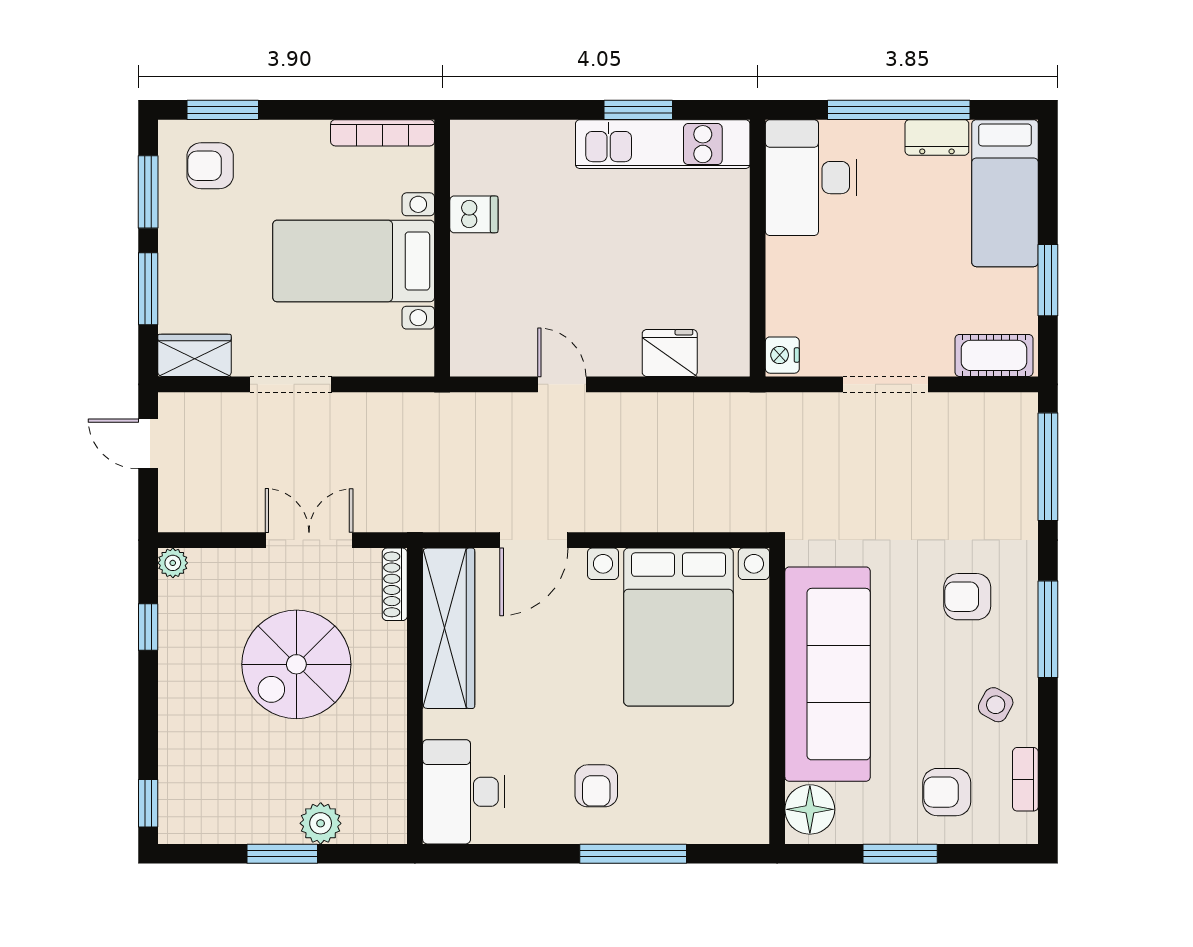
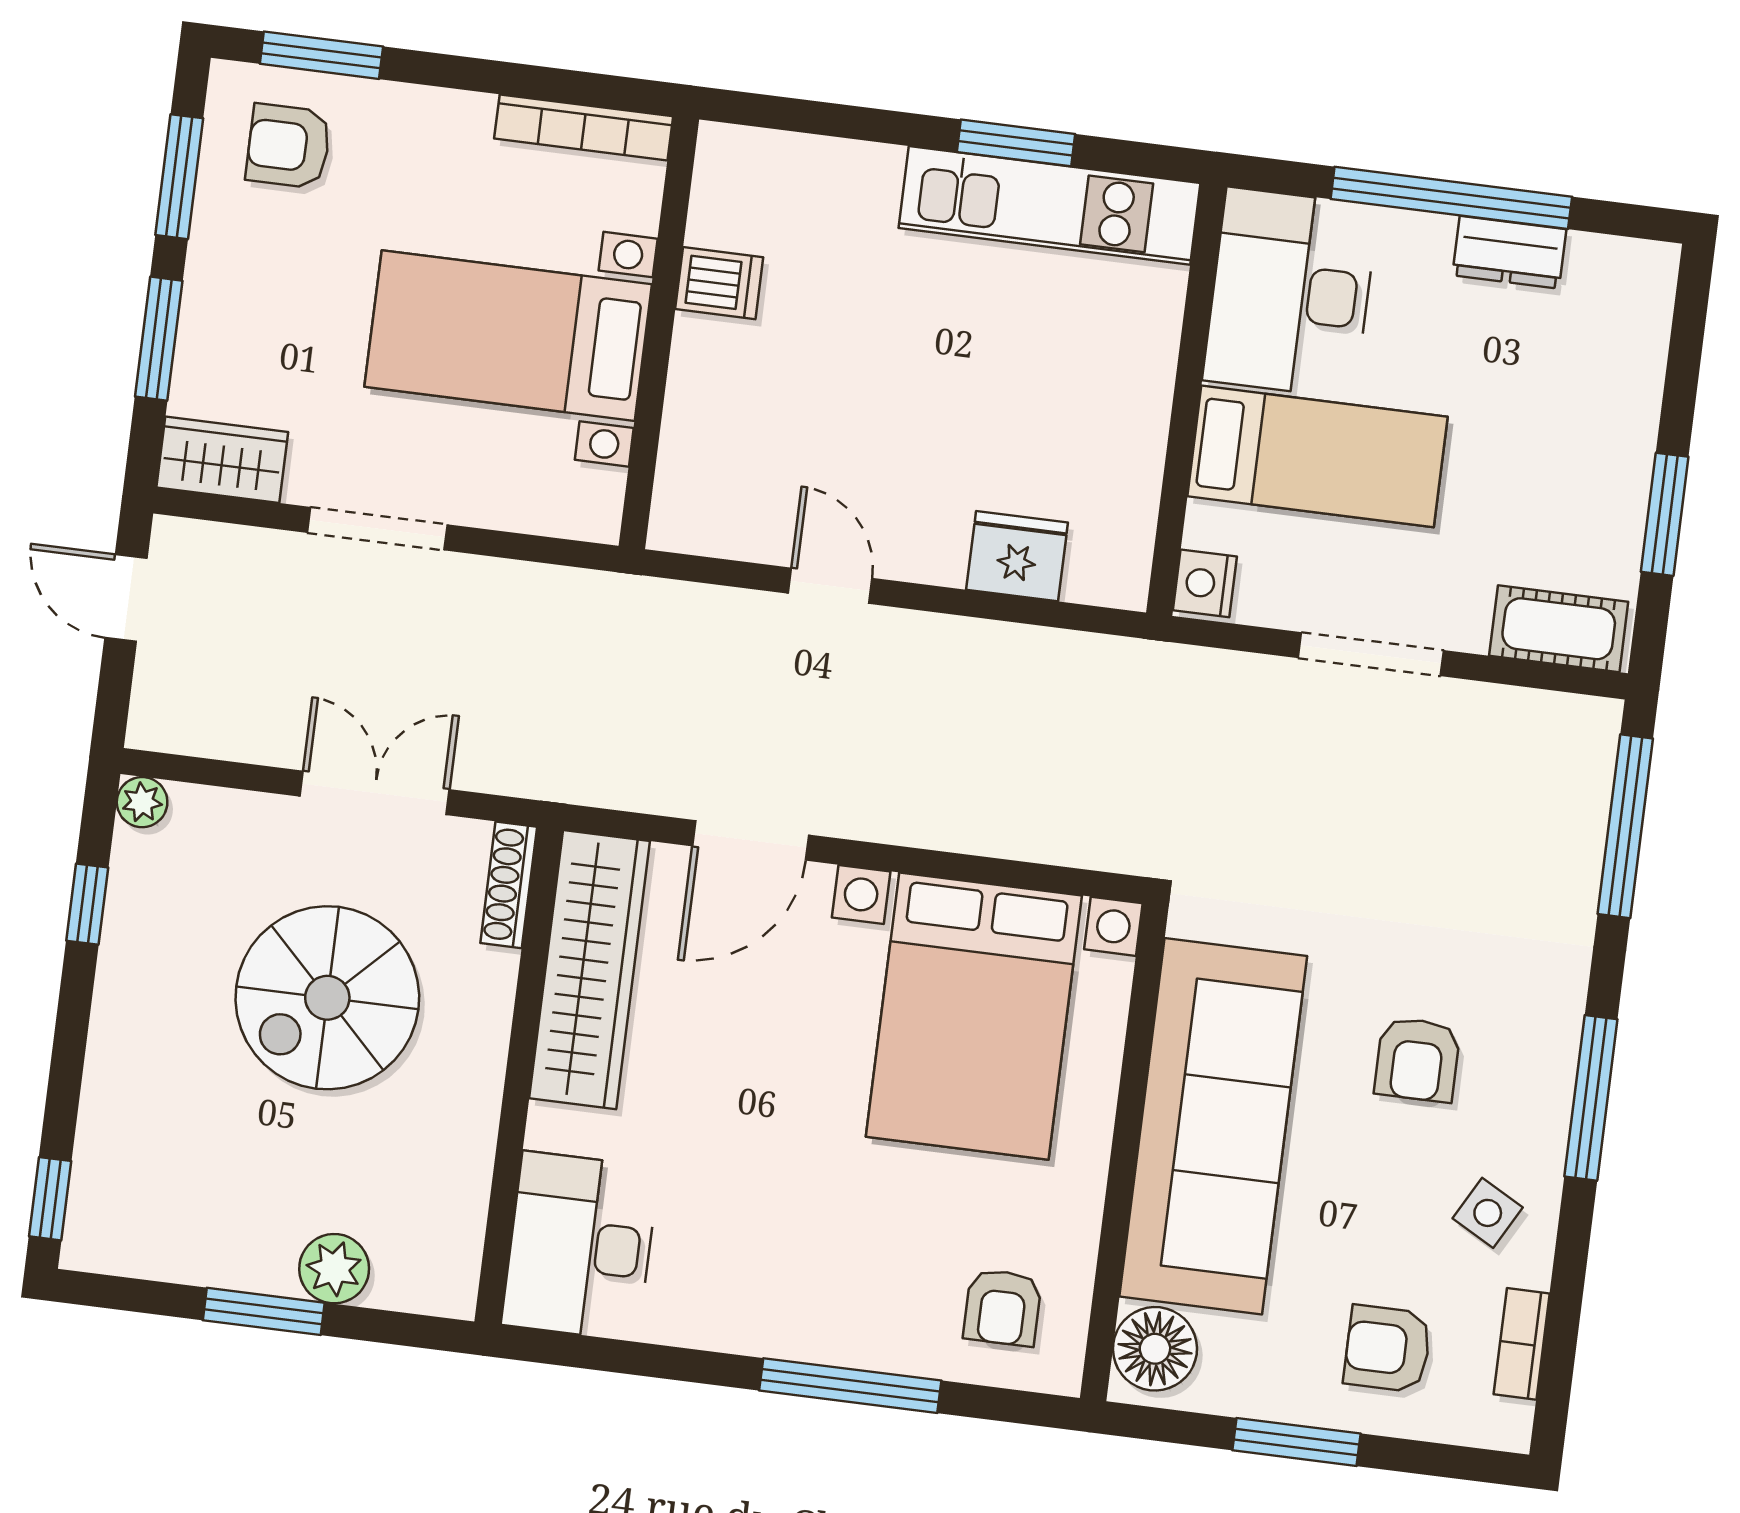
bed: (1005, 193) -> (1317, 456), moved, turned -90
armchair: (967, 597) -> (1417, 1060), moved, turned -90
armchair: (596, 786) -> (1002, 1307), moved

